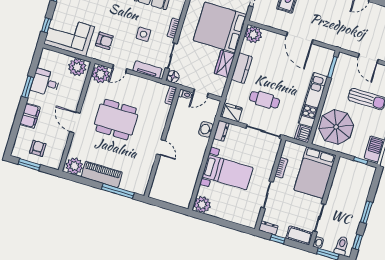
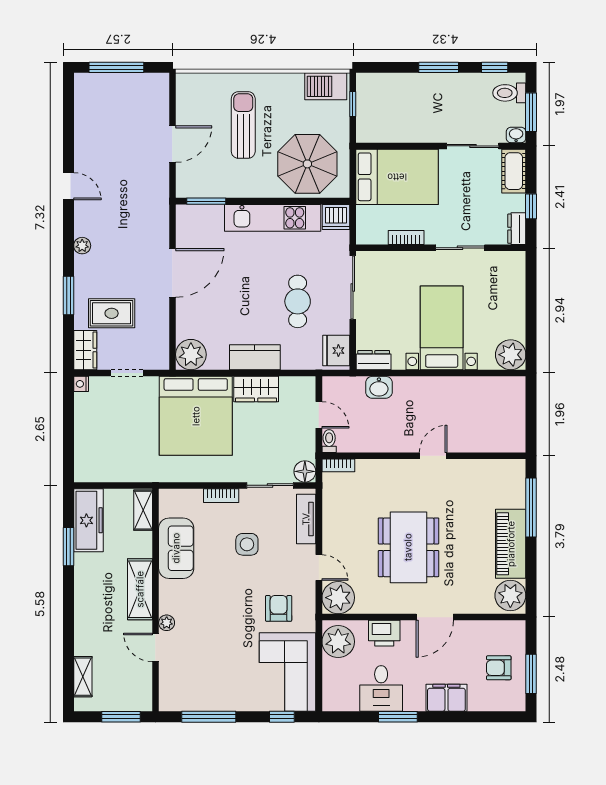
printer: (74, 93) -> (384, 633), added

